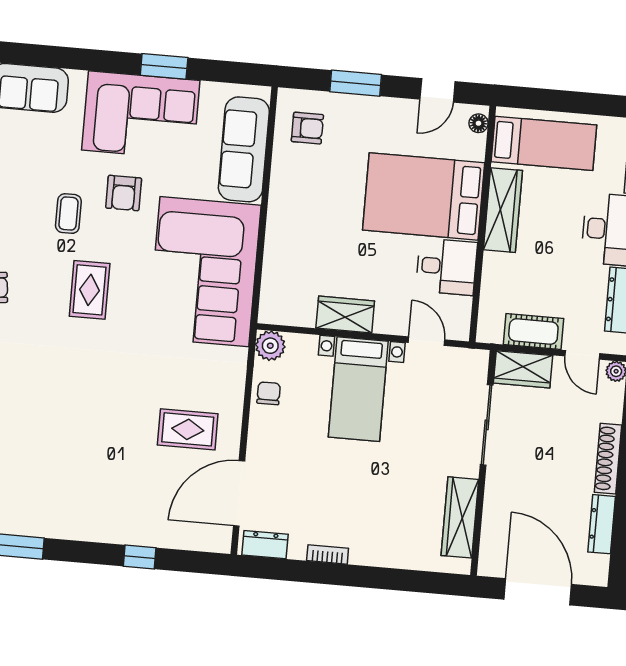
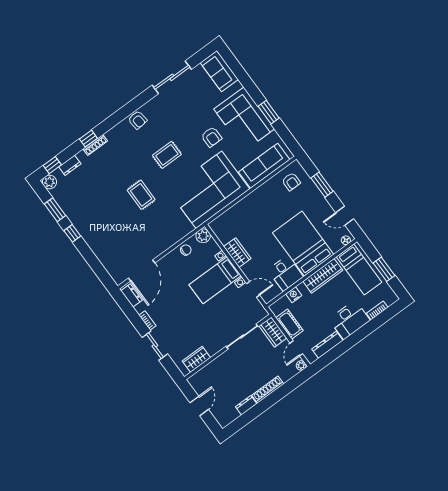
window: (579, 103) -> (384, 269), added
armchair: (124, 193) -> (212, 137), turned -90
coffee table: (68, 214) -> (187, 124), removed
nightstand: (492, 283) -> (294, 295), added
door: (426, 341) -> (253, 289), hinge flipped
rug: (188, 429) -> (141, 195), moved
door: (239, 493) -> (142, 271), swing flipped
wardrobe: (460, 517) -> (196, 359), width x0.67
dresser: (602, 524) -> (246, 405), width x0.70
window: (140, 557) -> (72, 233), moved
sliding door: (379, 578) -> (155, 346), added
door: (538, 592) -> (199, 406), width x0.53

